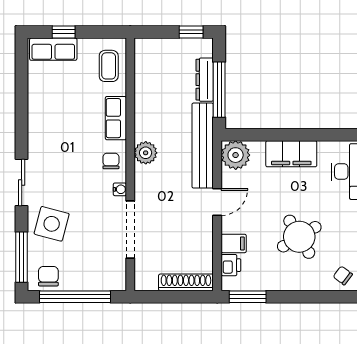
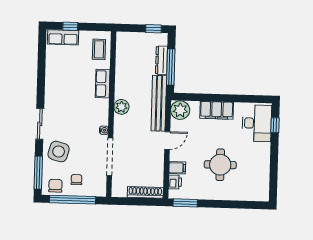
chair: (111, 161) -> (76, 180), moved
round table: (299, 237) -> (220, 165), turned 31
chair: (343, 275) -> (248, 191), removed

